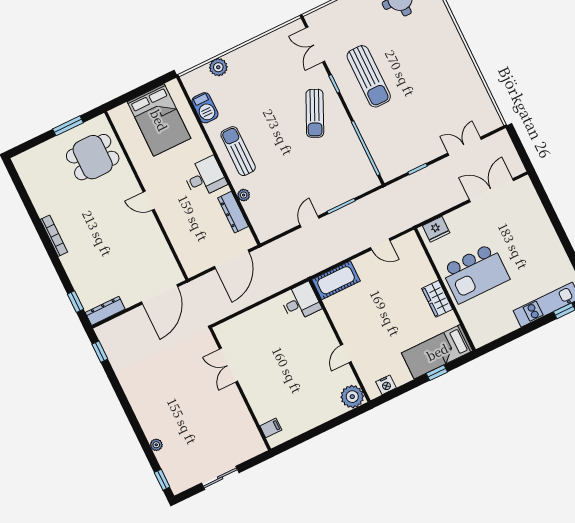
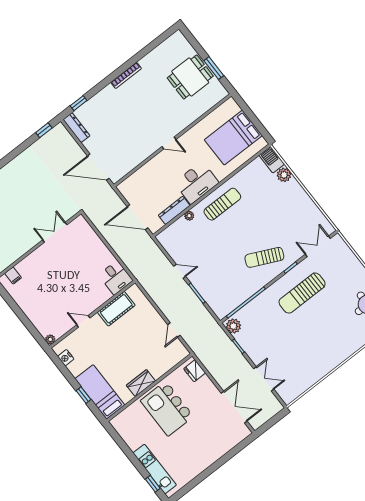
barbecue: (205, 108) -> (272, 160), moved, turned 90
dining table: (93, 157) -> (190, 77), moved, turned 90
plant: (391, 170) -> (233, 326), added
desk: (205, 177) -> (196, 183), width x1.37
door: (149, 201) -> (169, 143), swing flipped
cot: (336, 280) -> (116, 309), moved, turned 90
plant: (352, 397) -> (50, 339), width x0.53, depth x0.53

